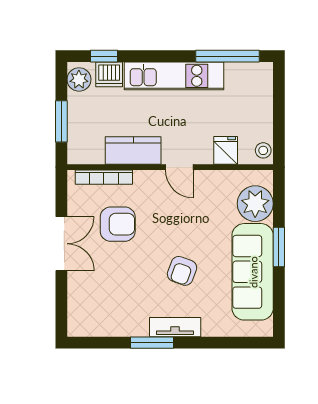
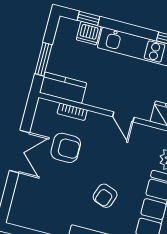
plant: (79, 79) -> (65, 31), removed
kitchen counter: (133, 150) -> (63, 88), moved
bookcase: (104, 177) -> (72, 112), width x0.64

